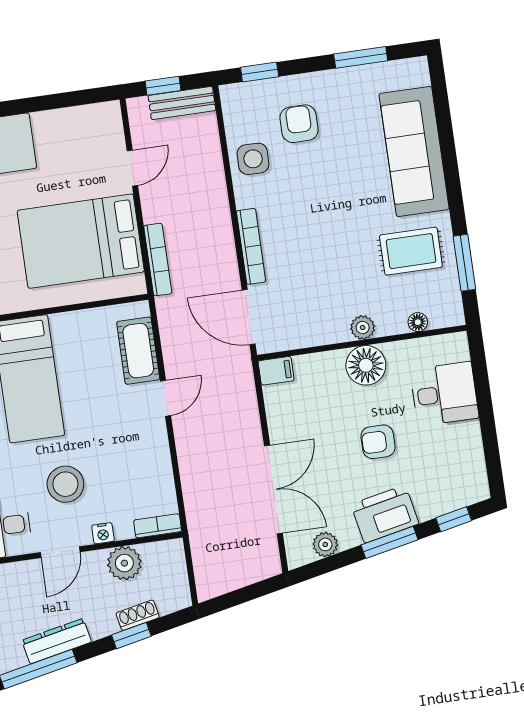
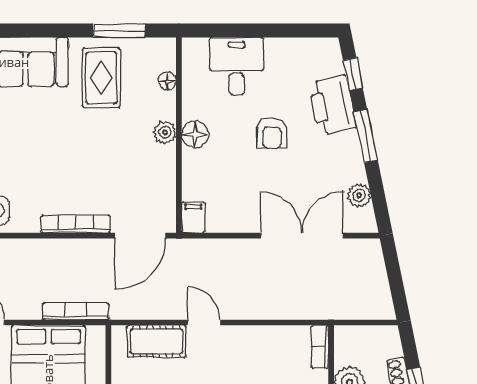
floor lamp: (366, 365) -> (195, 134), width x0.73, depth x0.73
printer: (385, 514) -> (333, 105), moved

